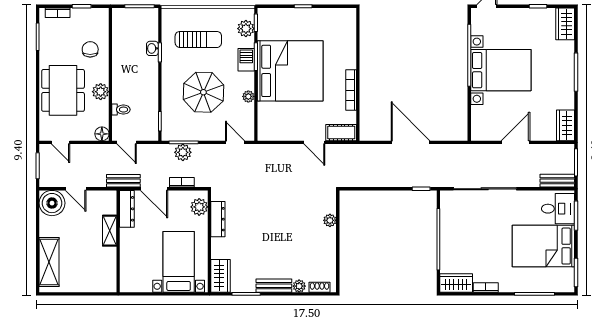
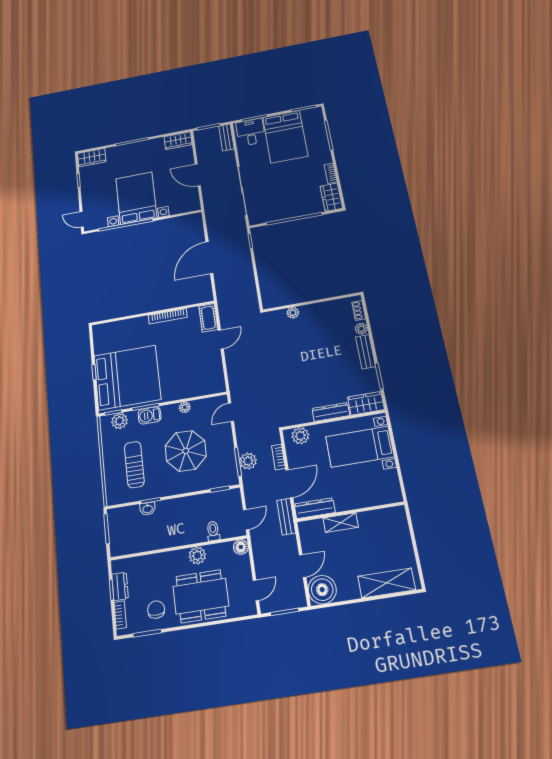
dresser: (83, 15) -> (120, 586), added
chair: (90, 49) -> (156, 610), moved, turned 90
bed: (290, 71) -> (127, 377), moved, turned 90
dresser: (218, 219) -> (331, 412), moved

